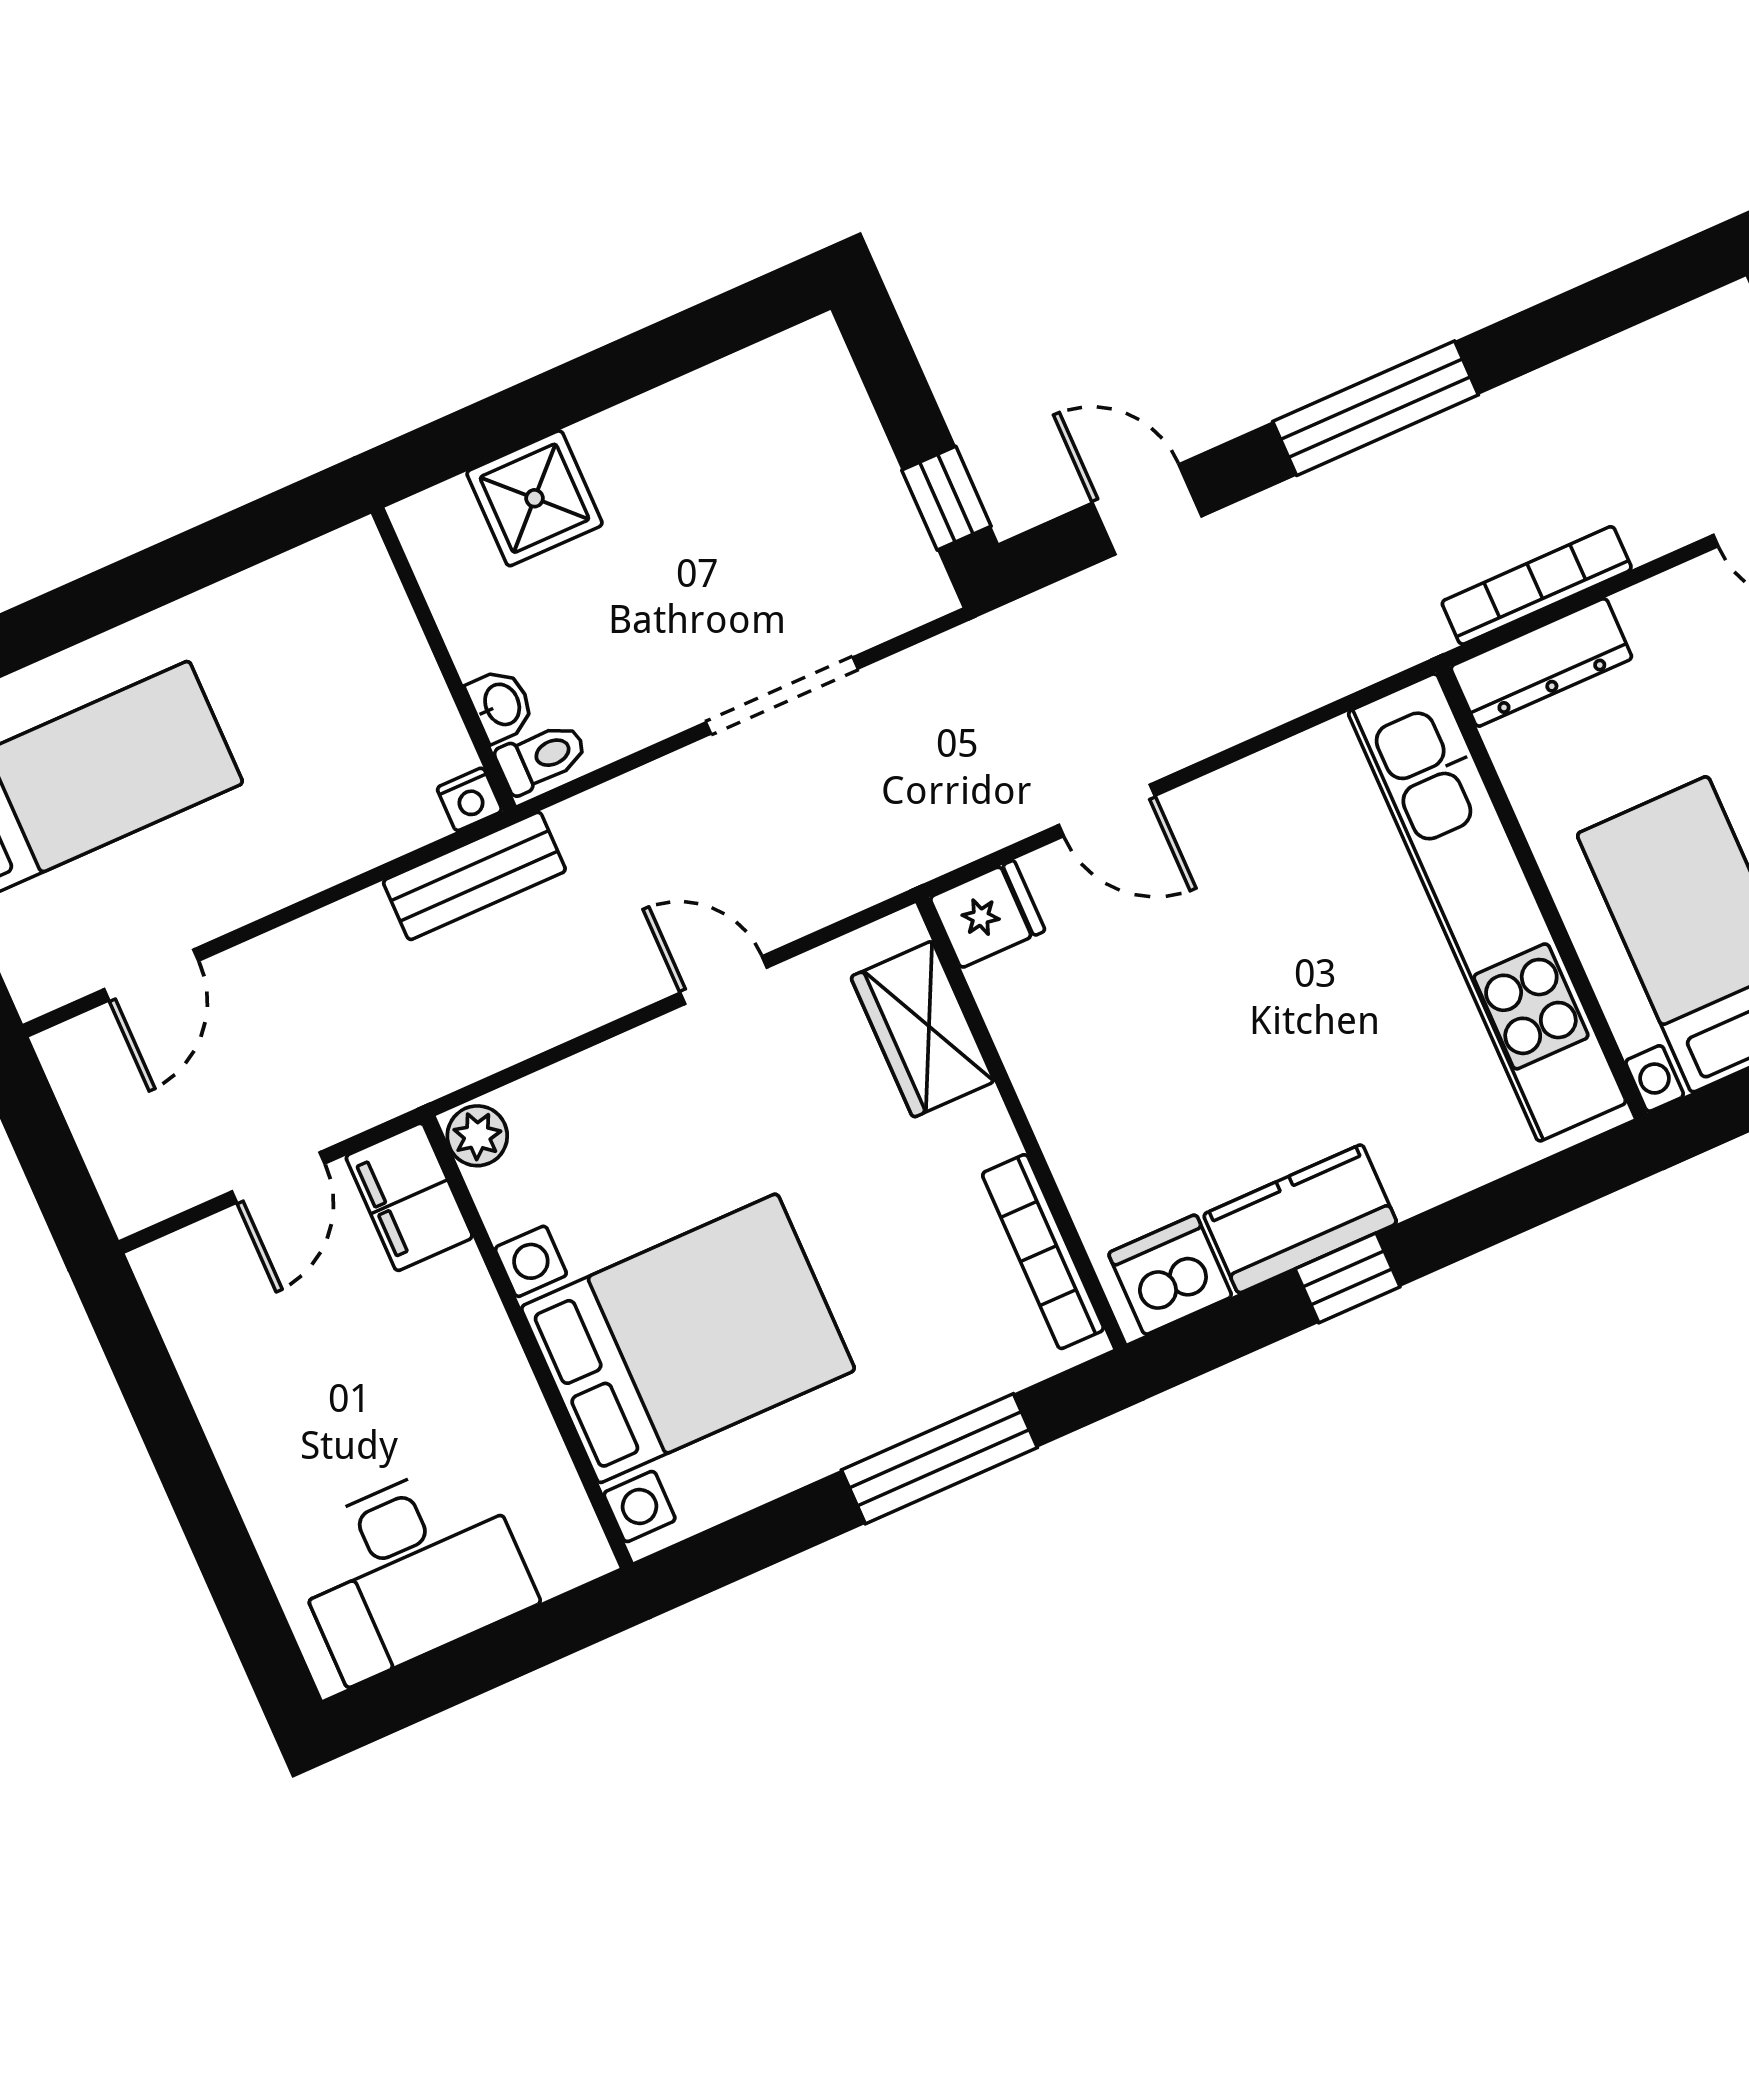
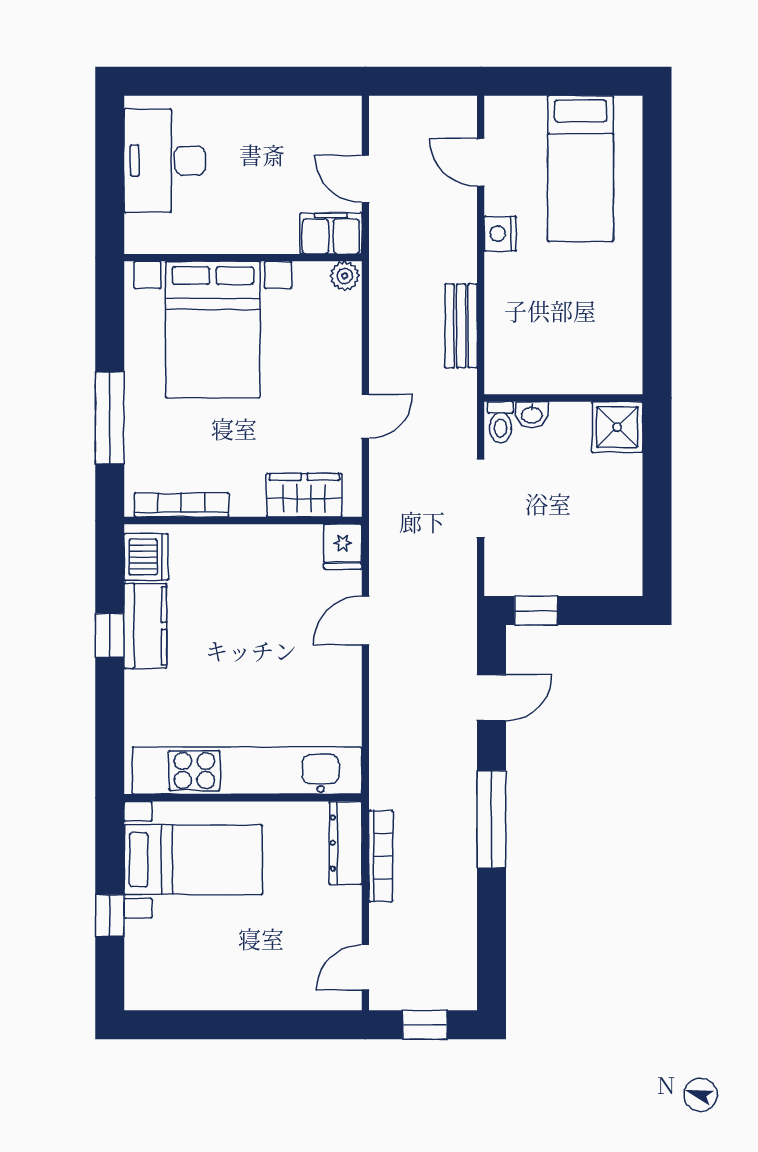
wall: (444, 659) -> (563, 398), moved
washbasin: (501, 705) -> (532, 414), moved
toilet: (542, 757) -> (500, 422), moved
nightstand: (470, 799) -> (500, 234), moved, width x1.39, depth x1.35

